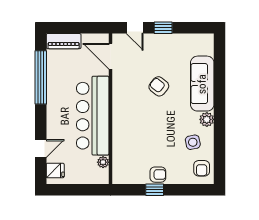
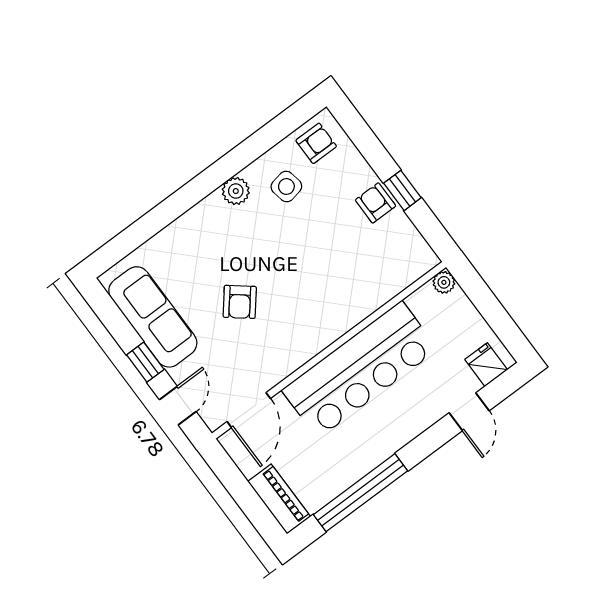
sofa: (202, 84) -> (153, 317), moved, turned -90
door: (41, 148) -> (469, 412), swing flipped
plant: (103, 162) -> (444, 282), moved

